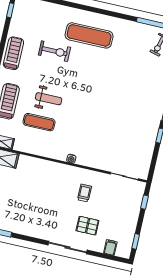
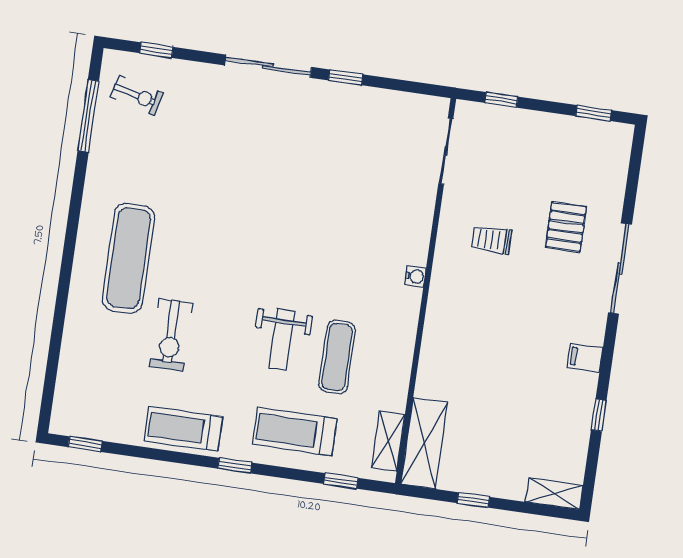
exercise bike: (54, 51) -> (171, 335), turned 180
weight bench: (49, 99) -> (282, 340), turned 180
filing cabinet: (110, 247) -> (585, 358), moved

